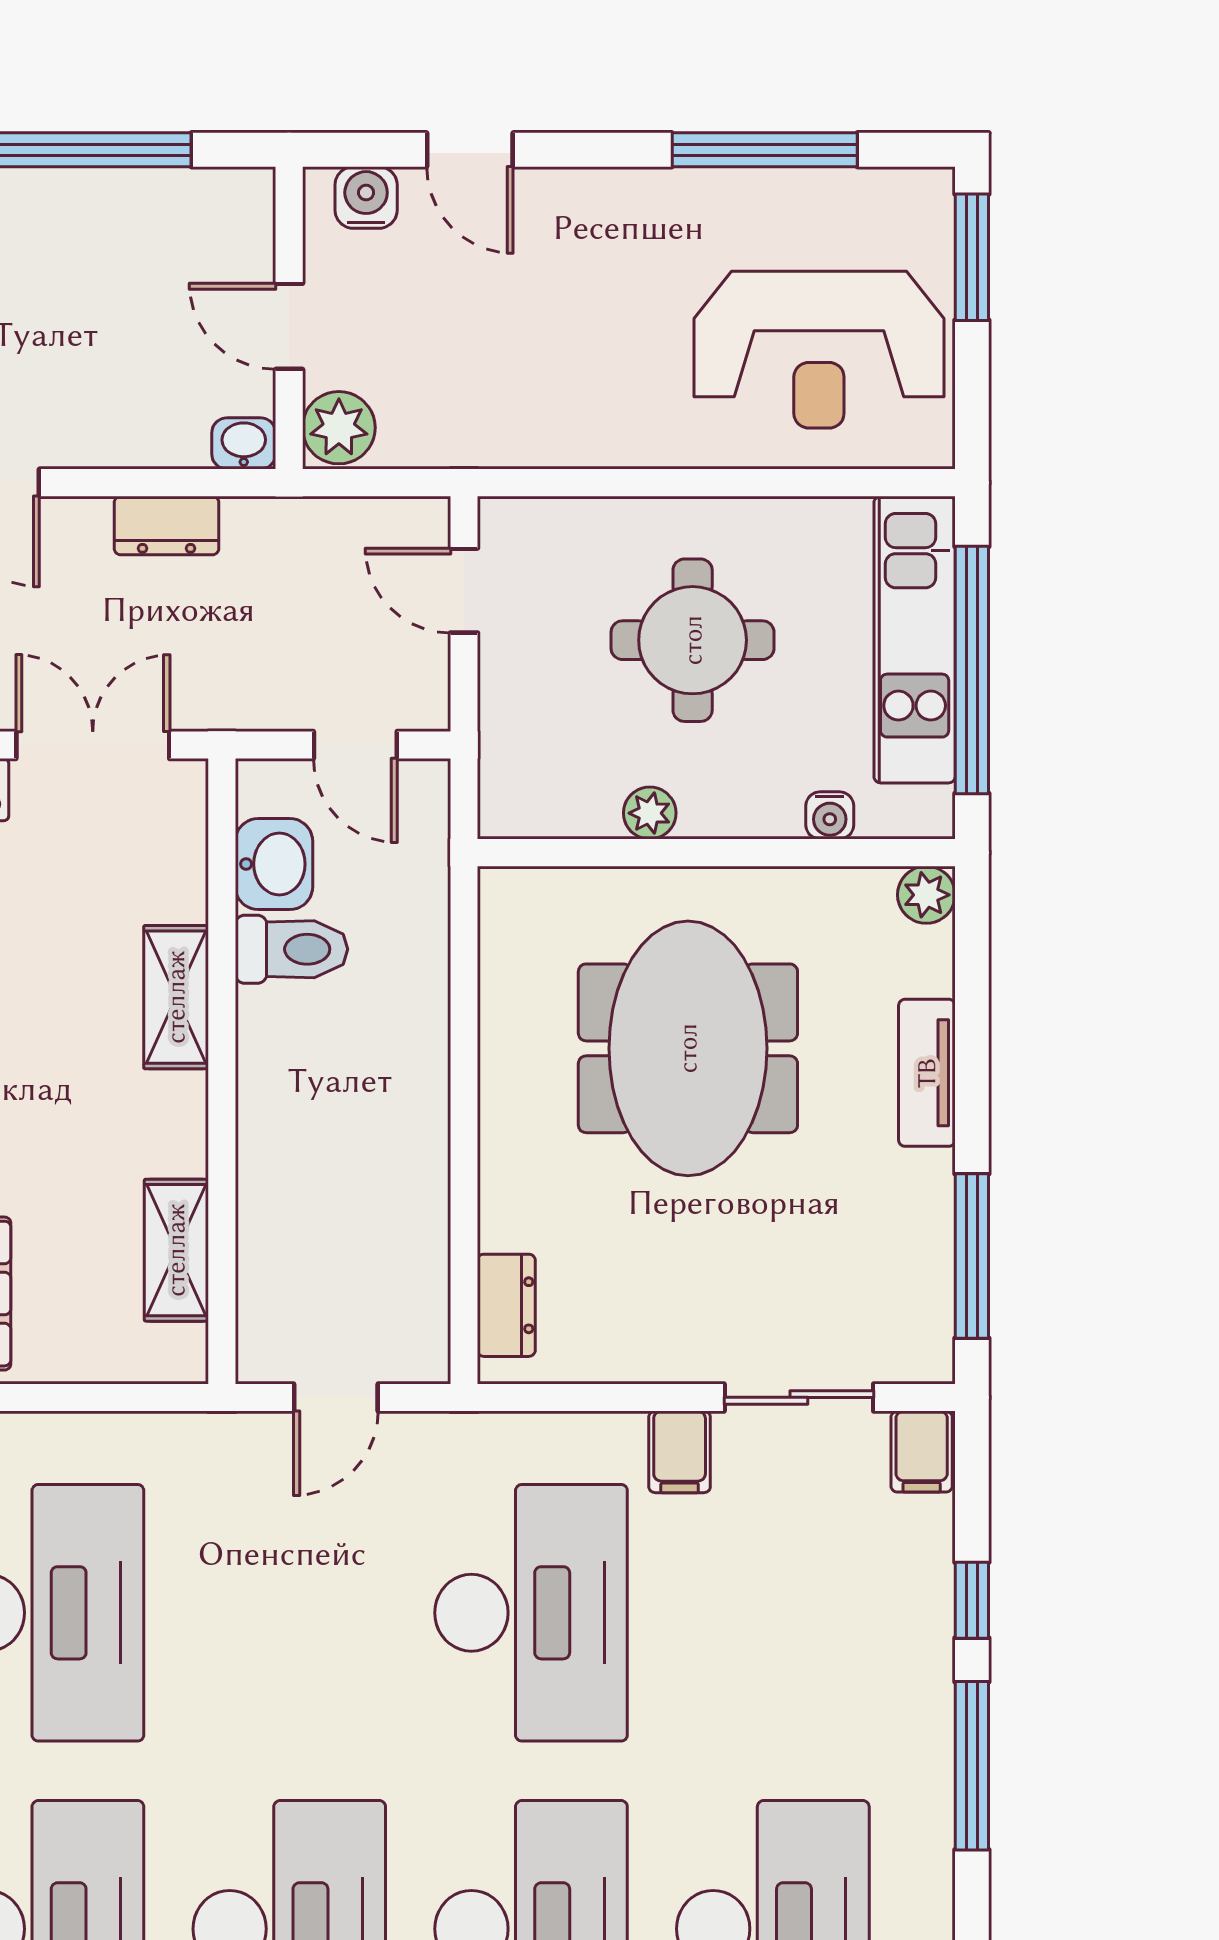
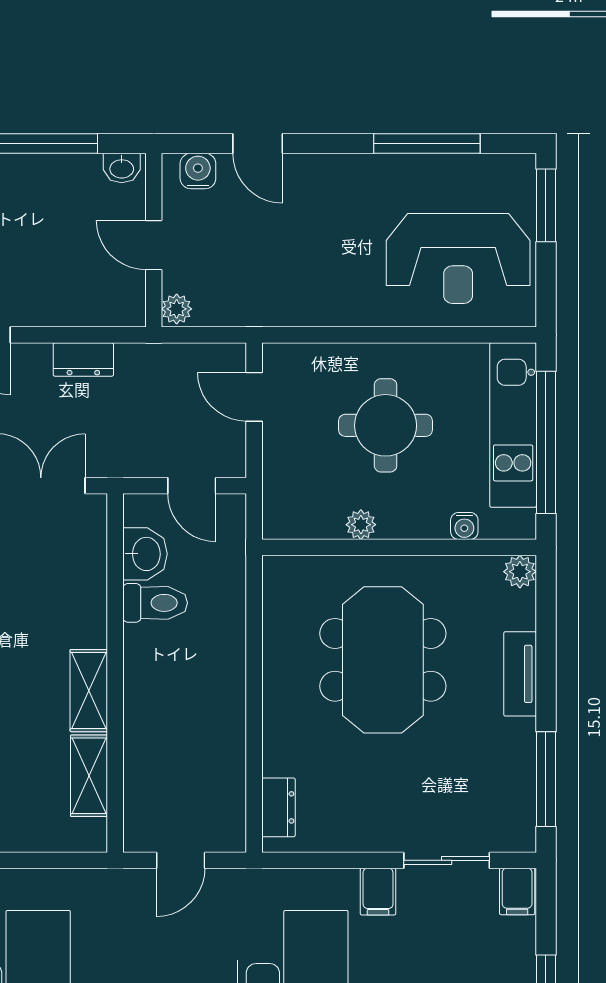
plant: (339, 428) -> (177, 309), width x0.73, depth x0.73
washbasin: (244, 443) -> (122, 168), moved, turned 180
shelving: (176, 997) -> (89, 691), moved

